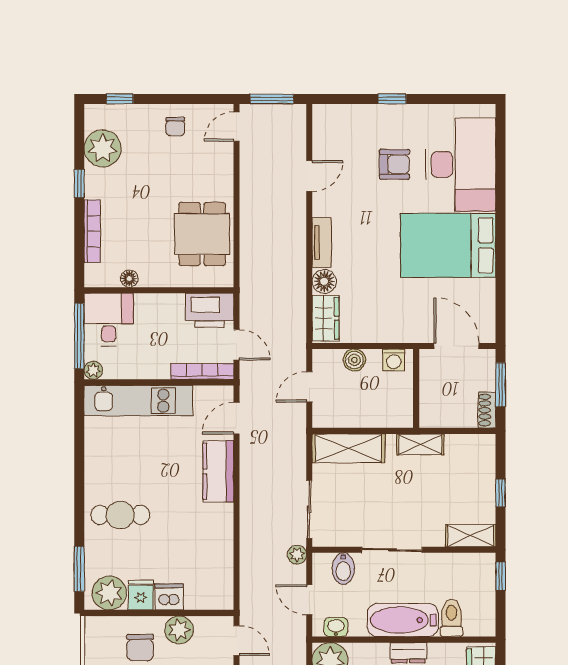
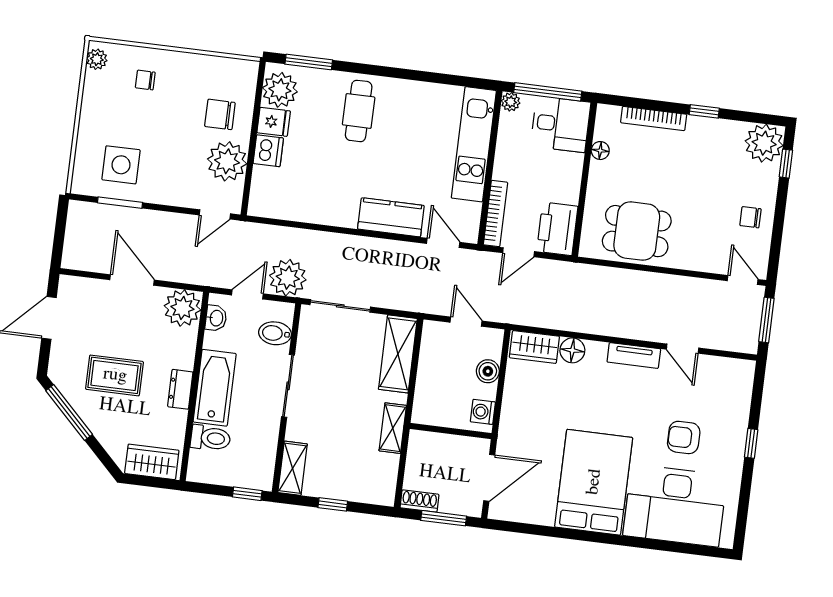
plant: (103, 148) -> (764, 143), moved
armchair: (394, 164) -> (684, 437), turned 90
tv unit: (322, 242) -> (634, 355), moved
plant: (297, 555) -> (288, 278), width x1.87, depth x1.87
plant: (179, 630) -> (227, 161), width x1.36, depth x1.36

